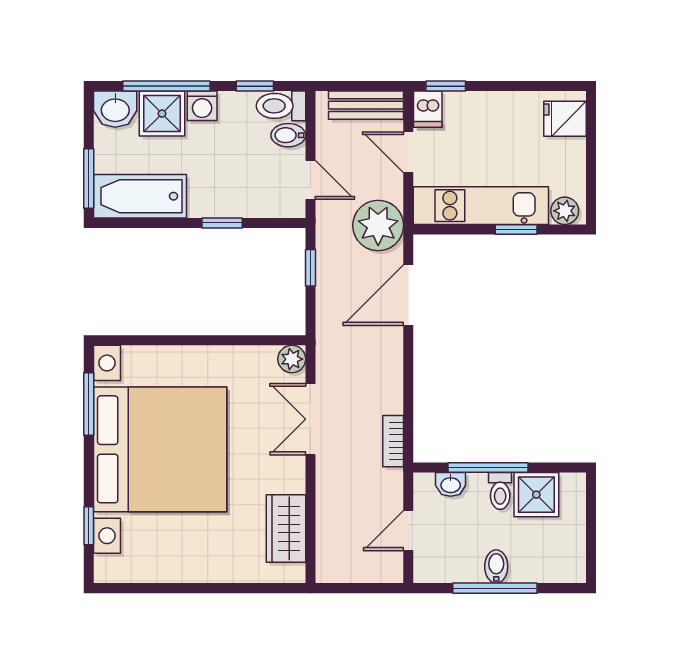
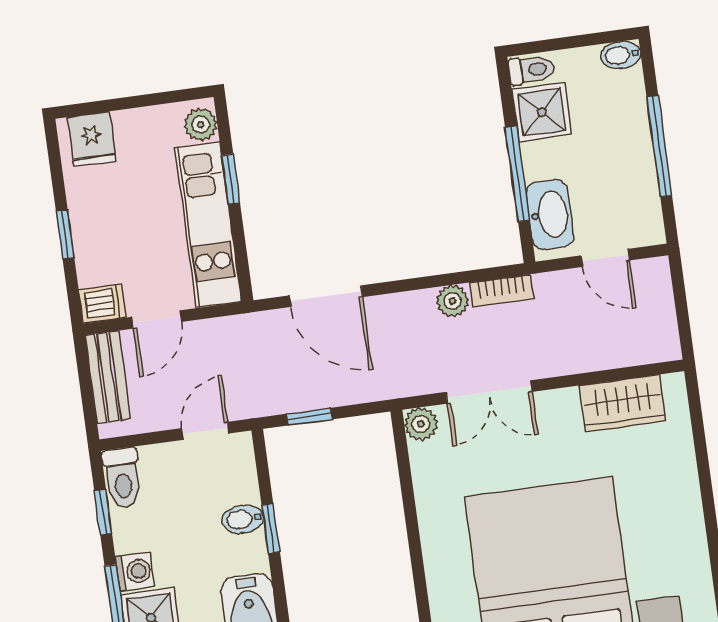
window: (446, 86) -> (65, 234), moved
bidet: (288, 135) -> (243, 519), moved, turned 90
plant: (378, 225) -> (452, 301), moved, width x0.53, depth x0.53
washbasin: (451, 484) -> (550, 214), width x1.91, depth x1.45
toilet: (500, 491) -> (531, 70), moved
bidet: (496, 566) -> (621, 55), moved

